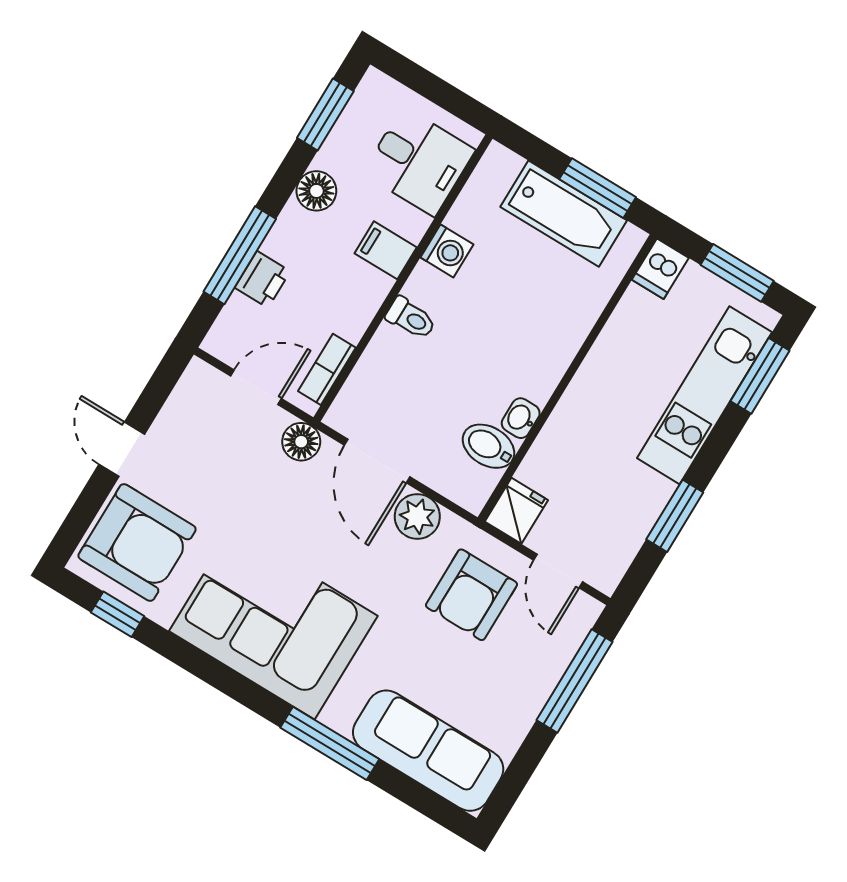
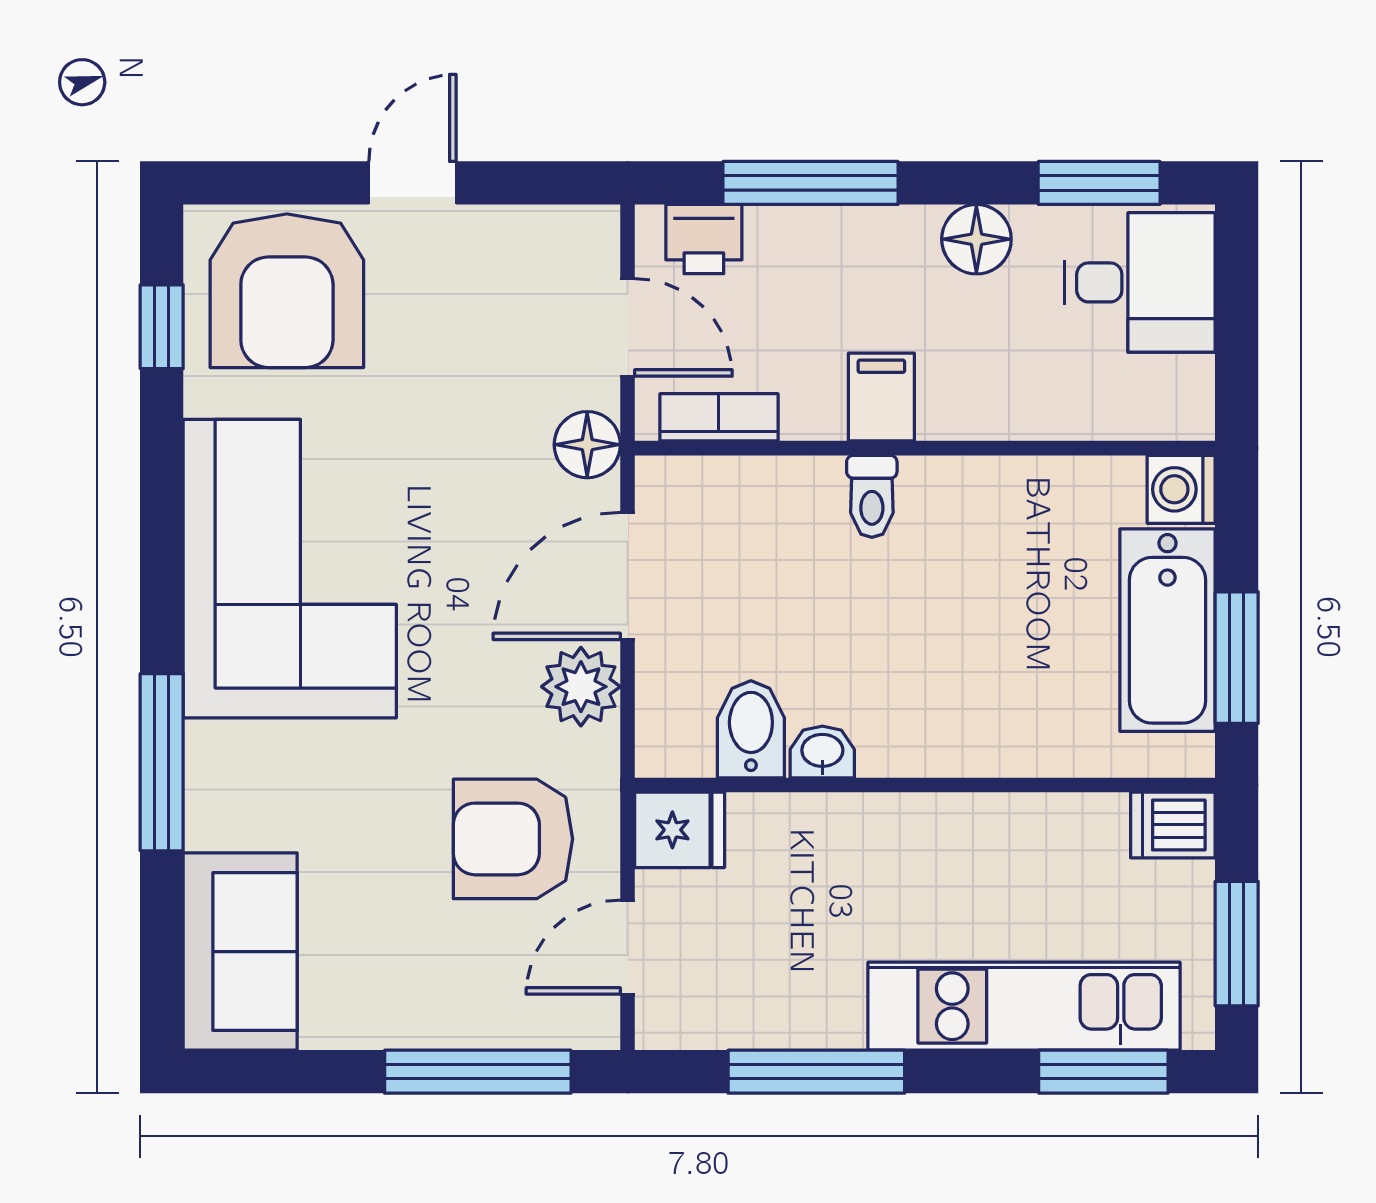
desk: (419, 162) -> (1140, 282), moved, turned -90
filing cabinet: (386, 250) -> (881, 397), moved
washing machine: (447, 251) -> (1181, 489), moved, turned 90
printer: (262, 279) -> (704, 239), moved
window: (675, 516) -> (816, 1072), width x1.44
sofa: (428, 751) -> (240, 952), width x0.73

